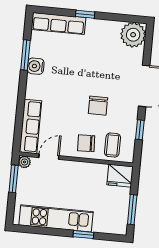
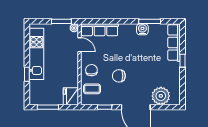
plant: (133, 35) -> (161, 96), moved

